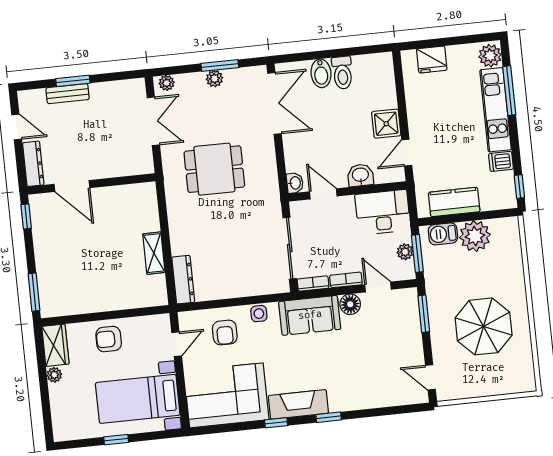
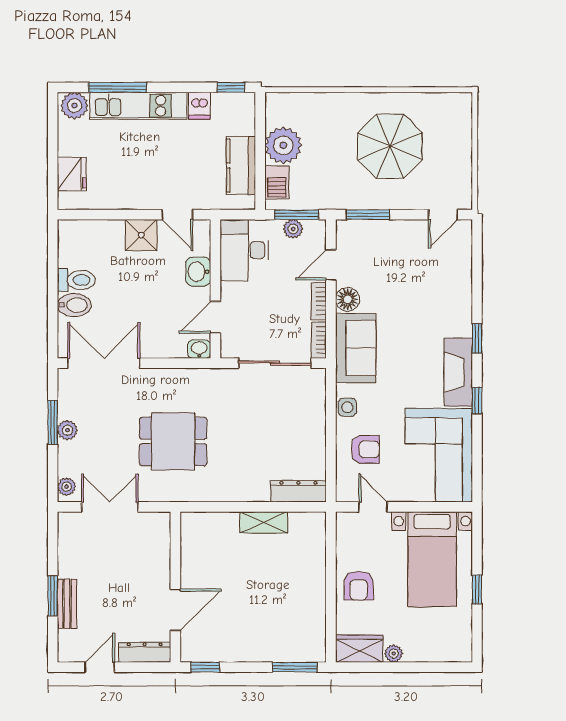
dining table: (214, 169) -> (173, 441), turned 90

